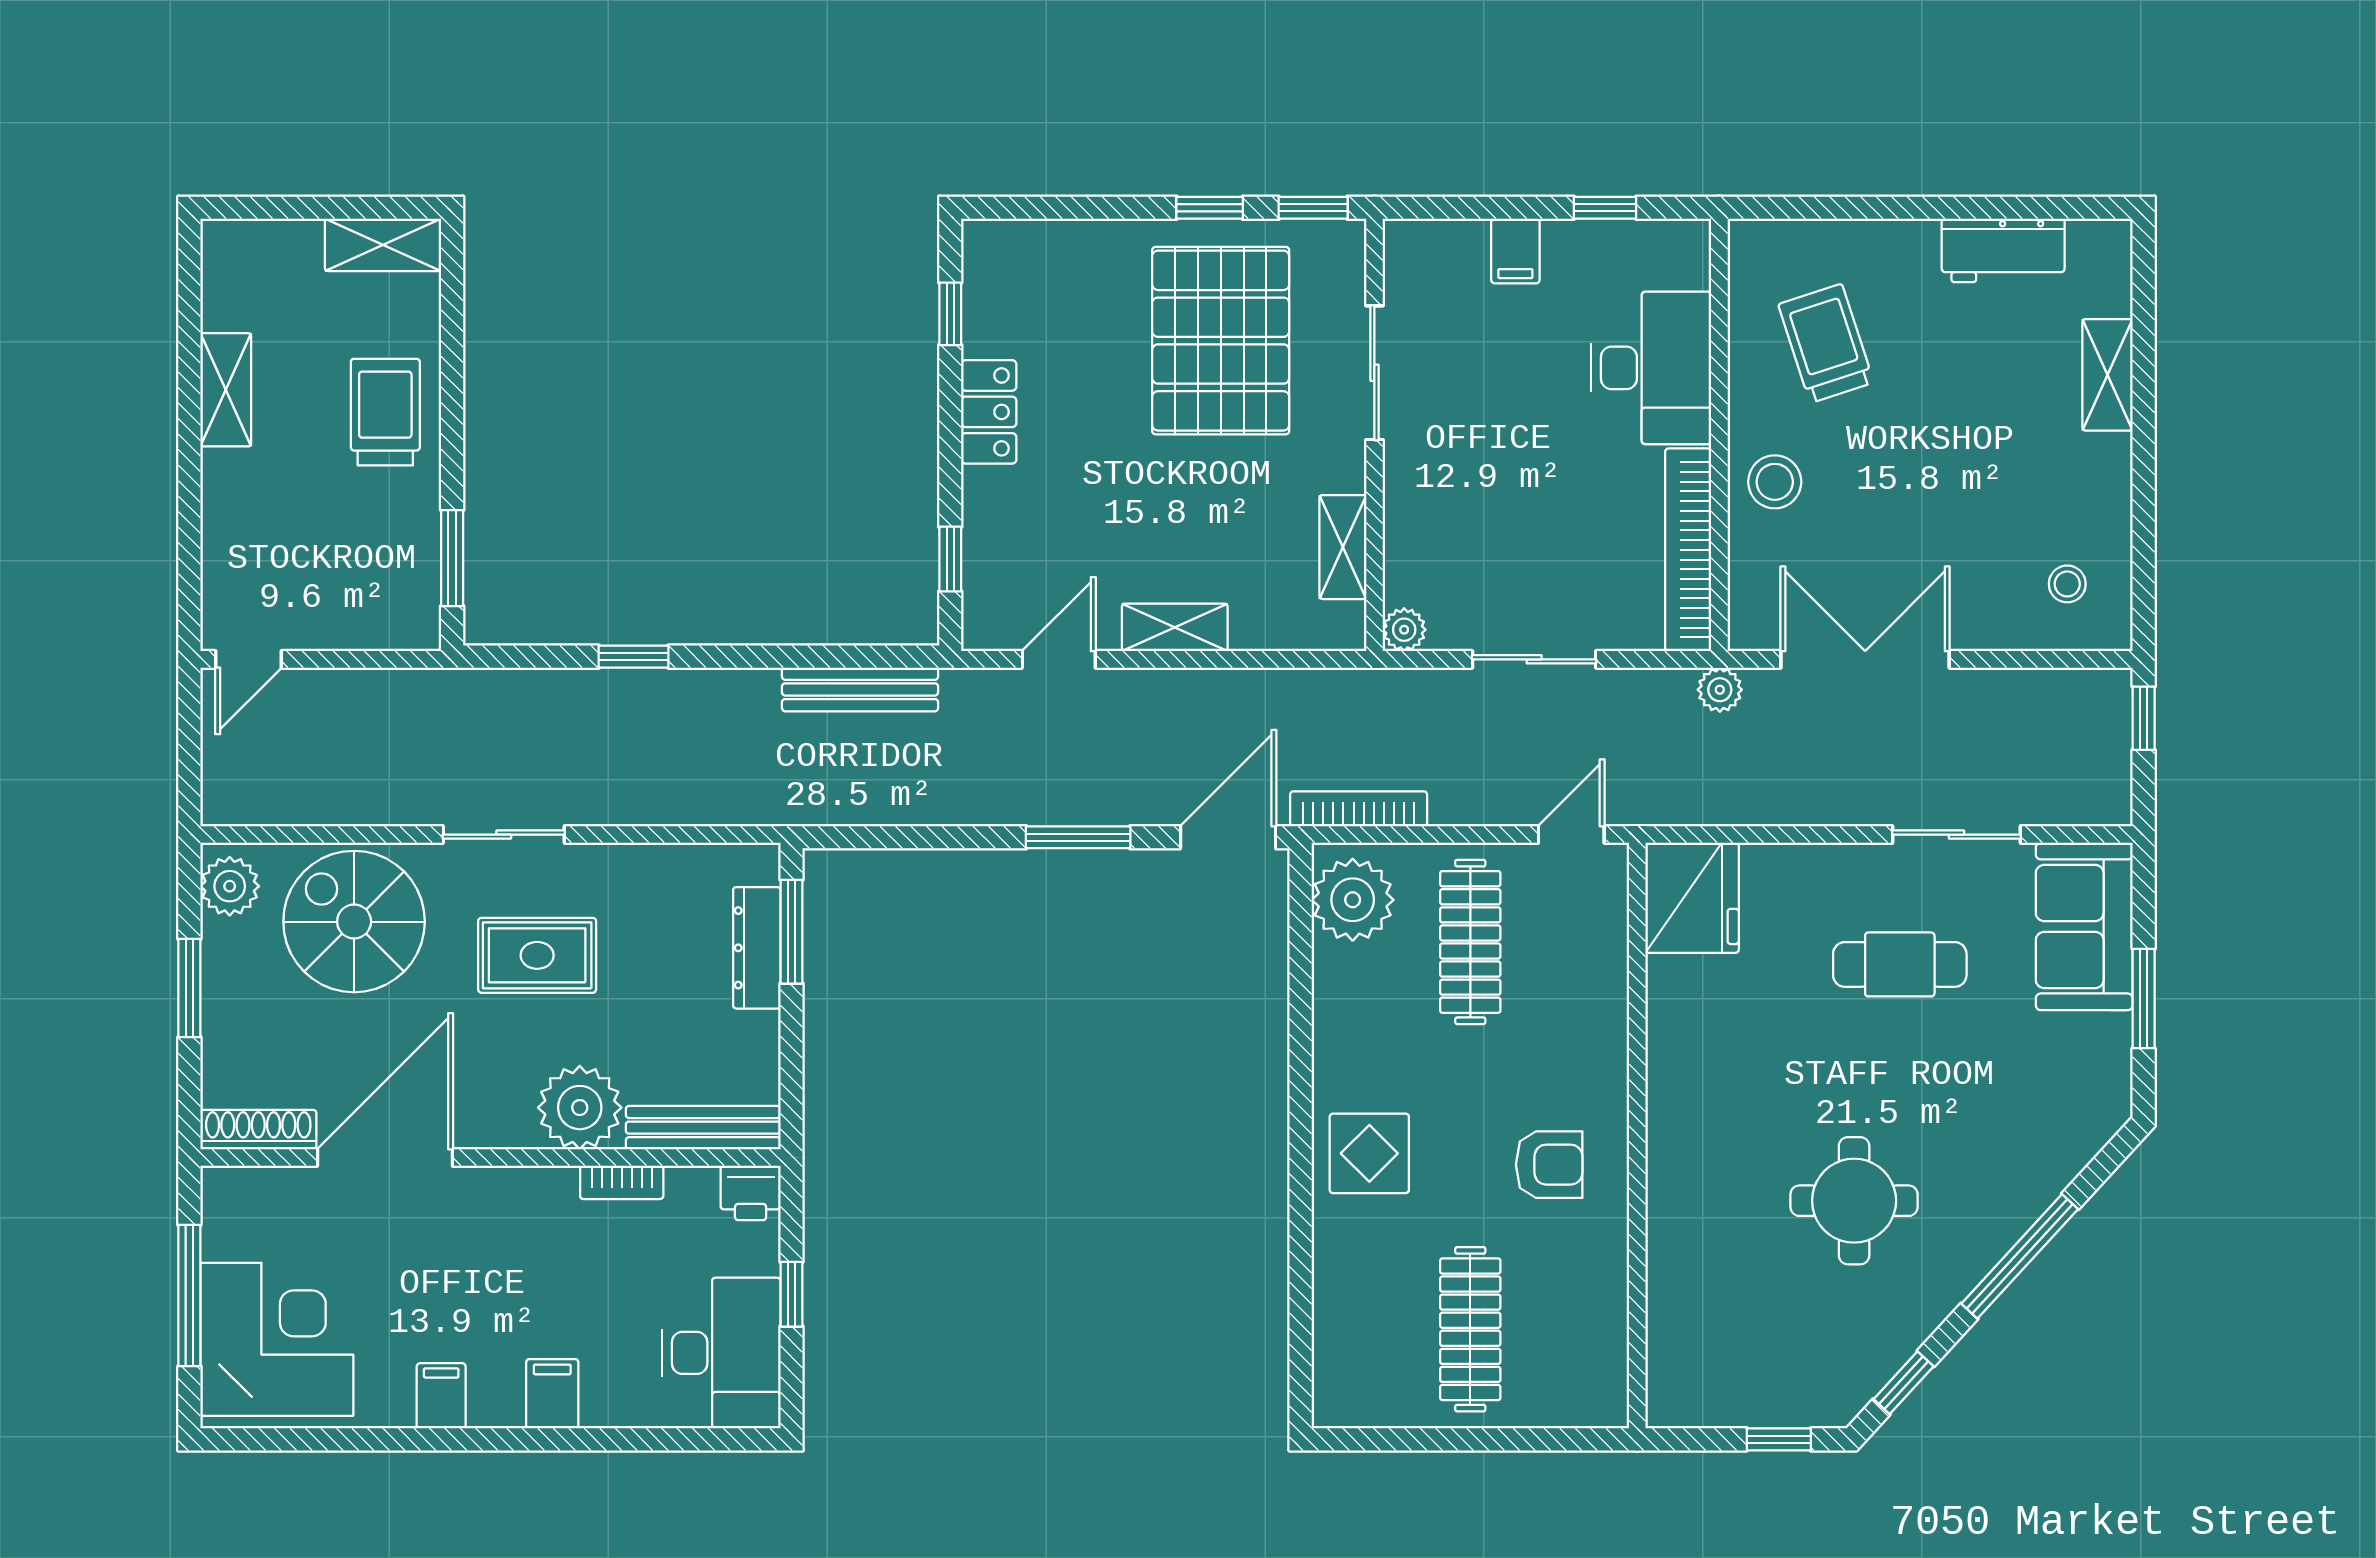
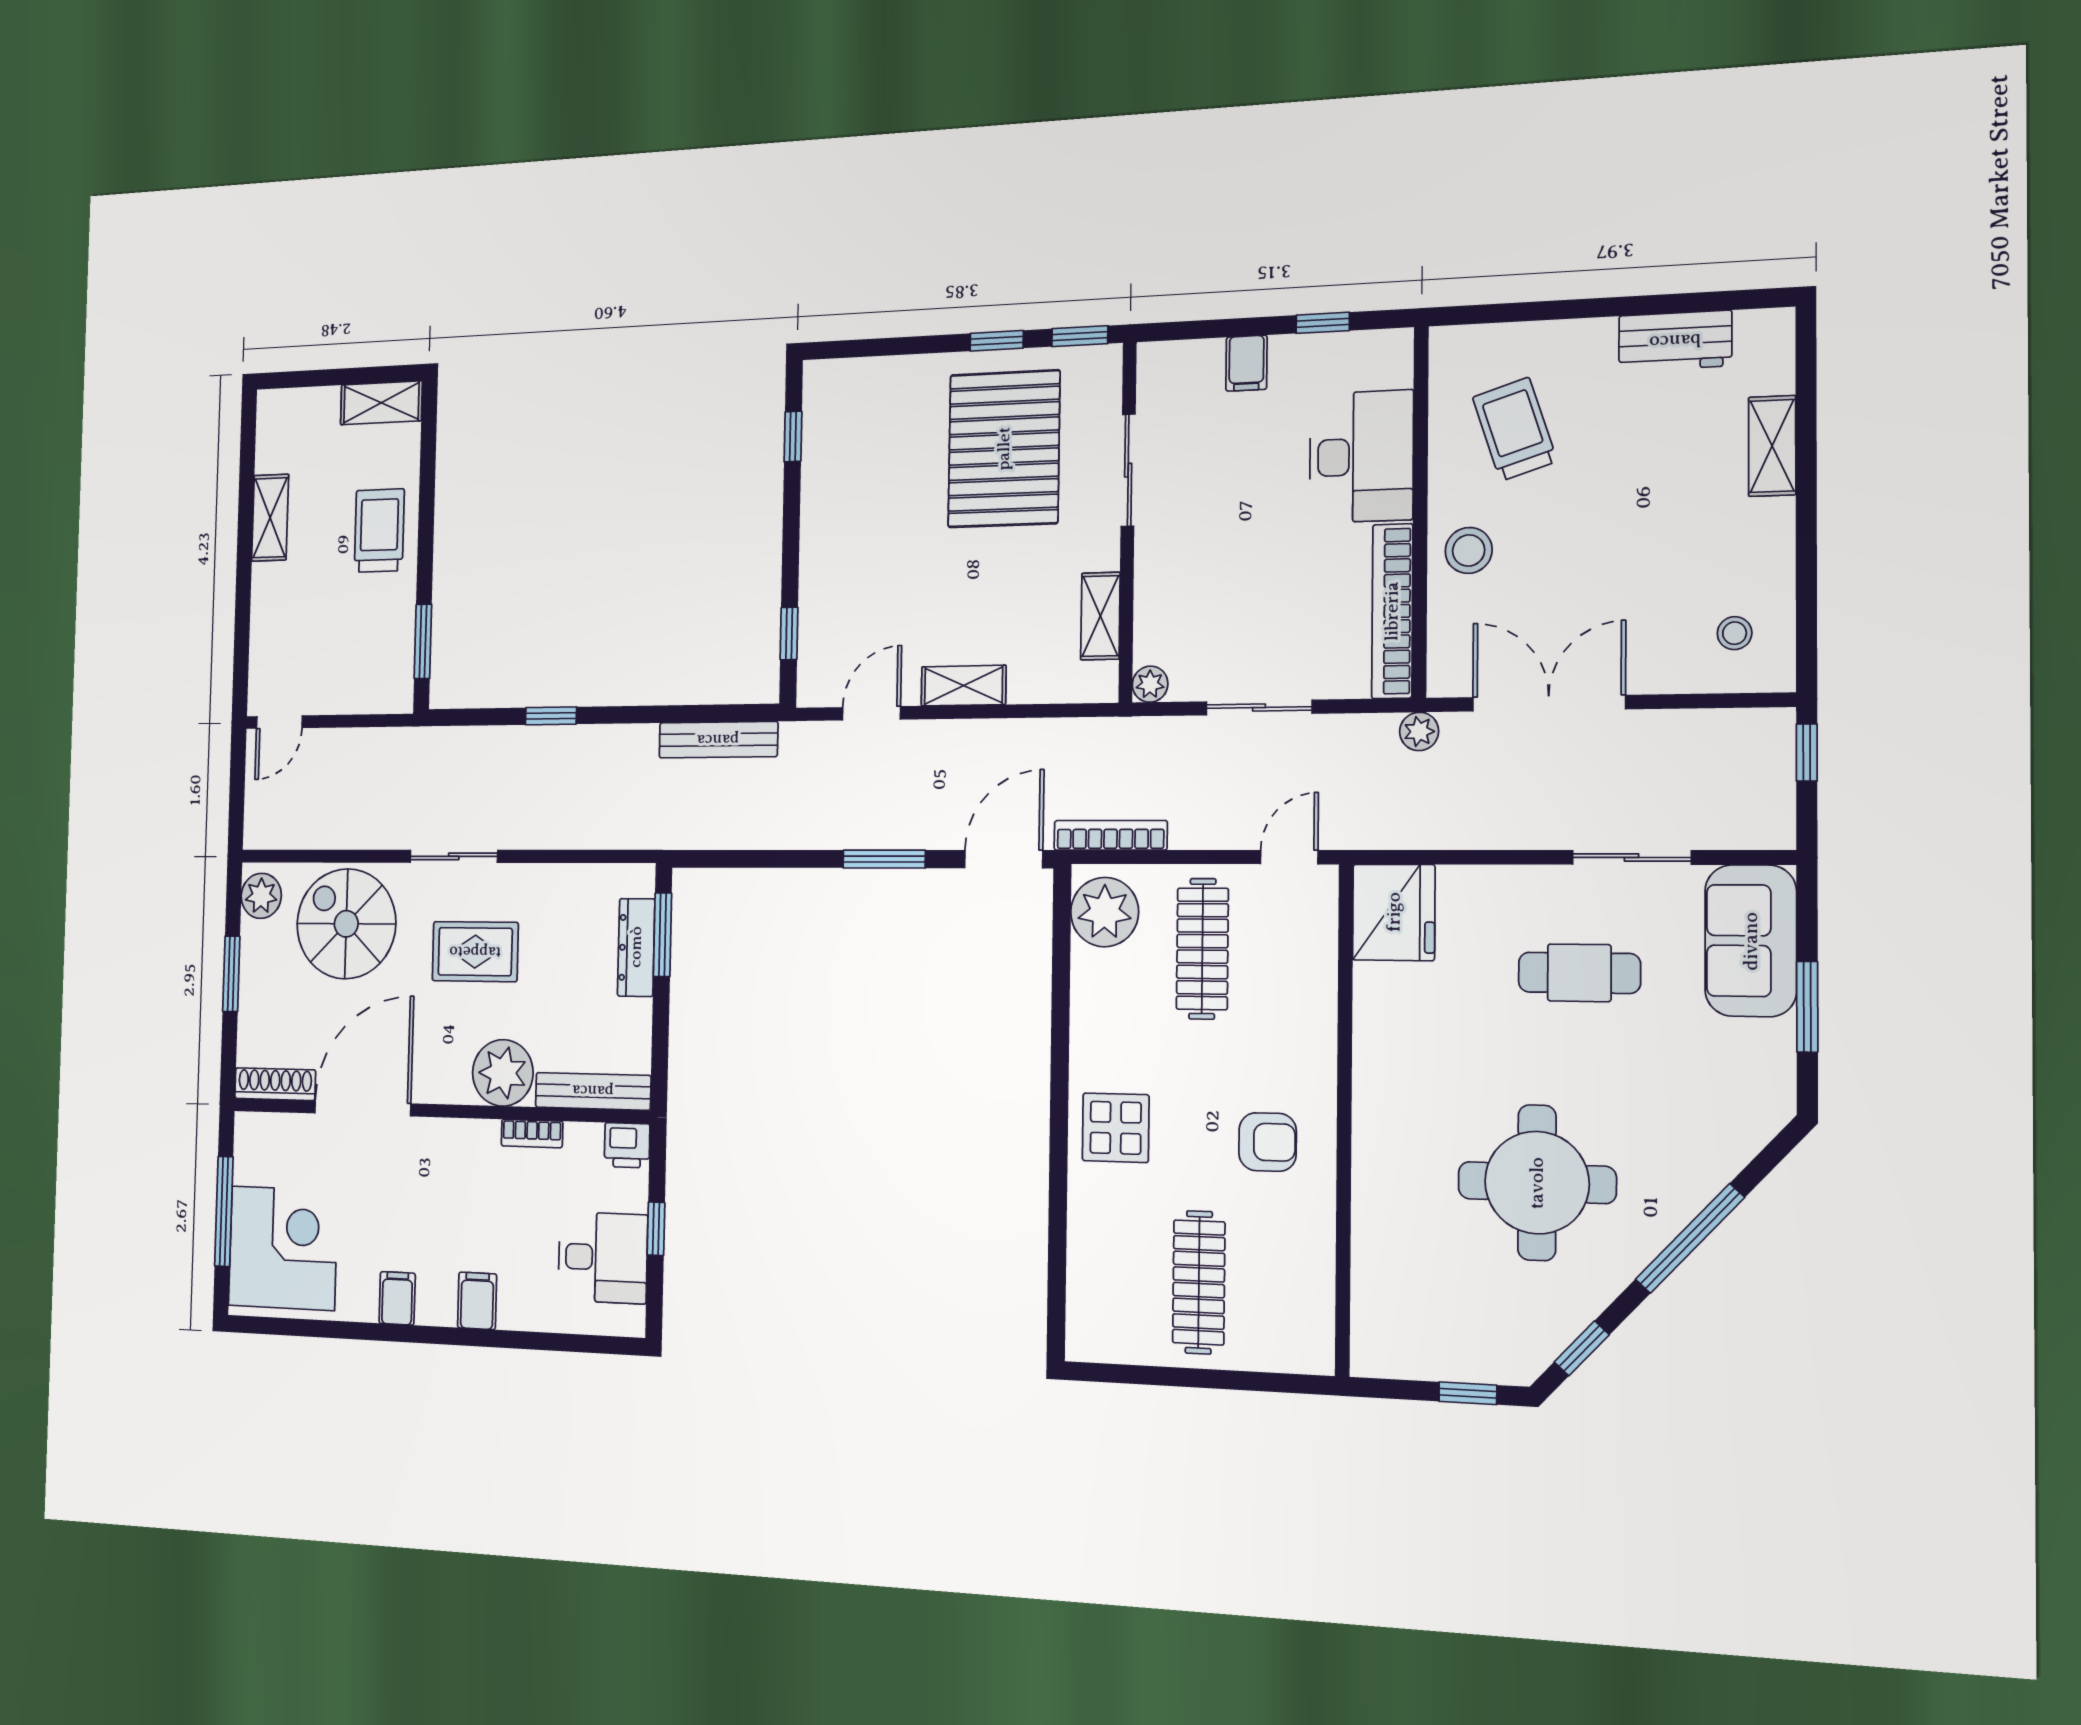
locker: (989, 412) -> (821, 514), removed
round table: (1854, 1201) -> (1537, 1183), width x1.36, depth x1.36
desk: (722, 1353) -> (603, 1258), width x0.73

